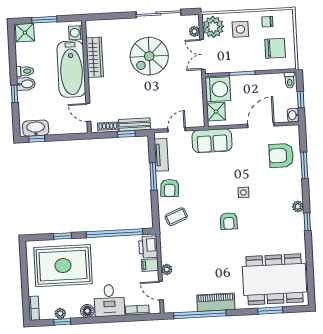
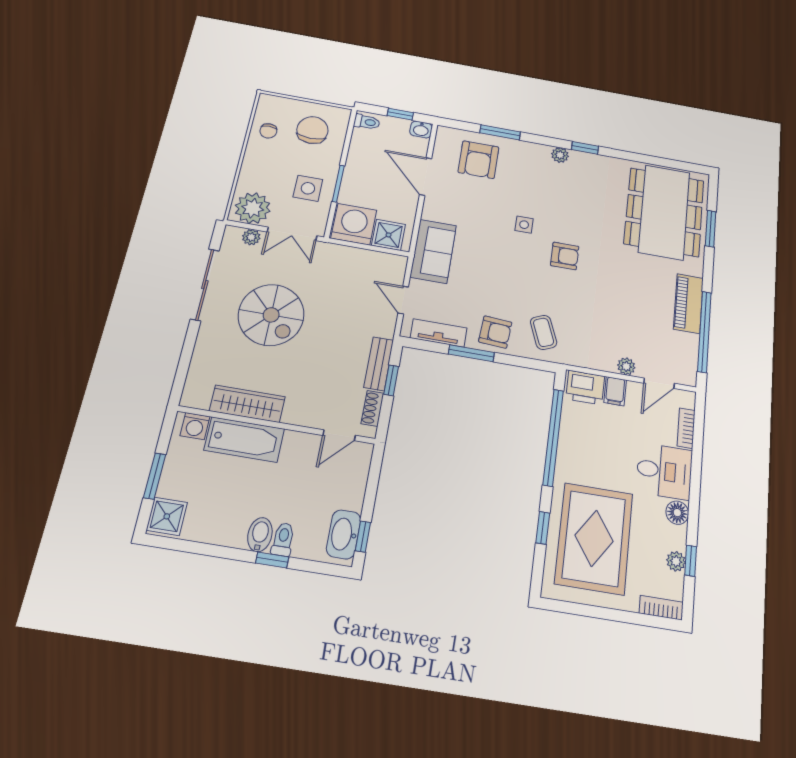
side table: (240, 29) -> (308, 188), moved
bathtub: (71, 69) -> (244, 439), width x0.73, depth x0.73
toilet: (25, 71) -> (283, 539), moved

